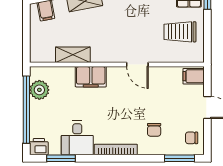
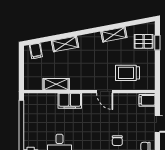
trolley: (180, 32) -> (128, 73), moved
plant: (39, 90) -> (31, 111), removed

